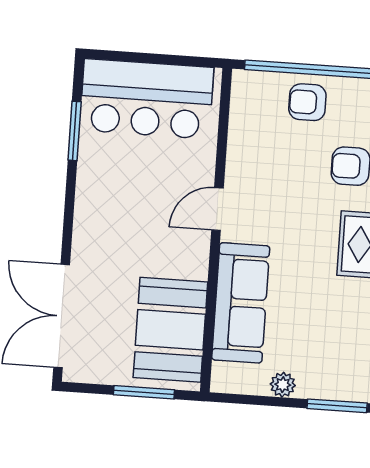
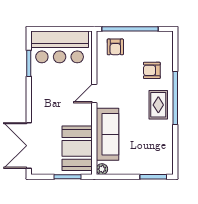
armchair: (307, 102) -> (115, 47), moved, turned -90
plant: (283, 385) -> (102, 169), moved

